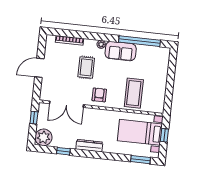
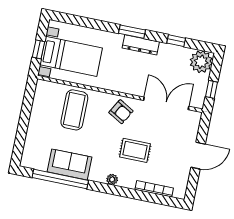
sofa: (121, 51) -> (69, 164), moved
rug: (86, 67) -> (135, 150), turned 90
armchair: (99, 95) -> (121, 112), turned -60
window: (140, 160) -> (132, 32), moved

